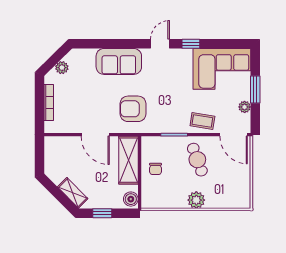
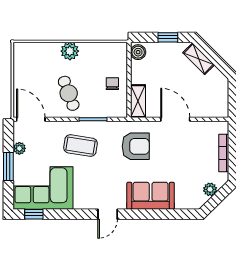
window: (191, 44) -> (34, 214), moved
coffee table: (202, 121) -> (81, 146), moved, width x1.36, depth x1.30
shelving: (128, 160) -> (138, 101), width x0.67, depth x0.75

